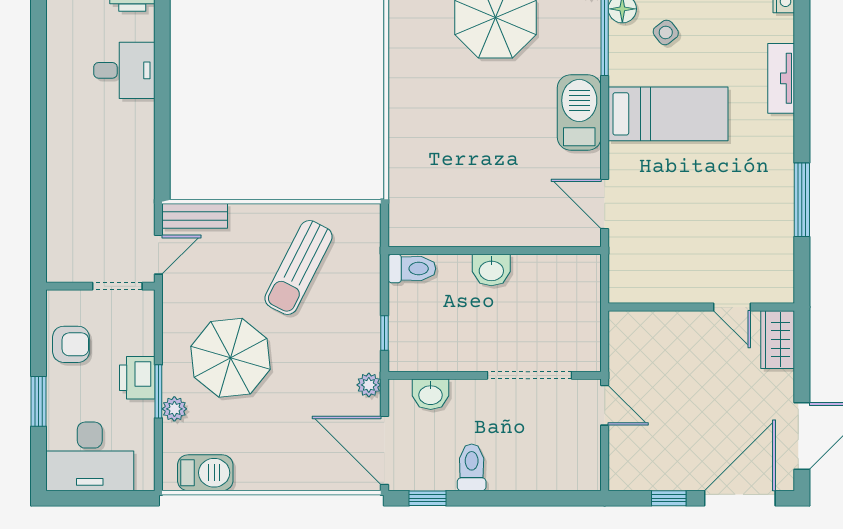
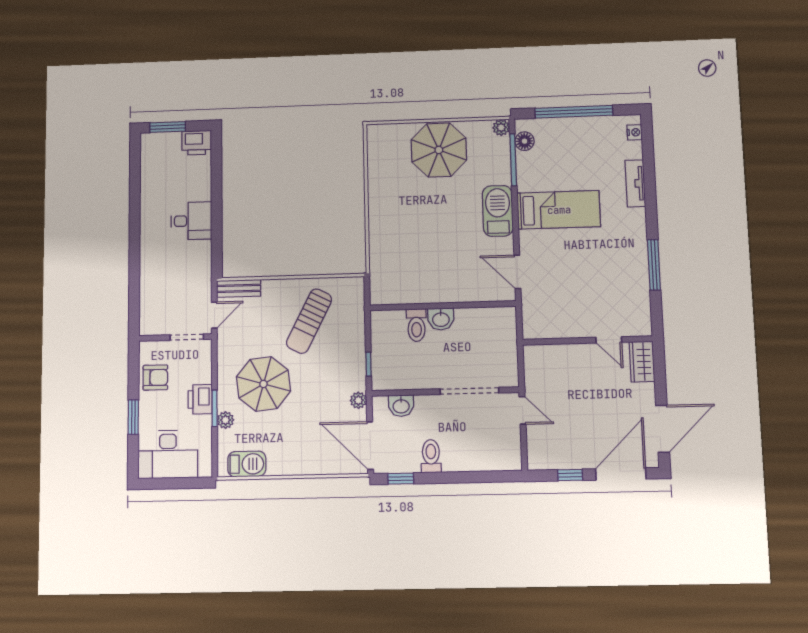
side table: (666, 32) -> (555, 156), removed
desk: (124, 70) -> (191, 221), moved
toilet: (412, 269) -> (416, 325), moved, turned 90

